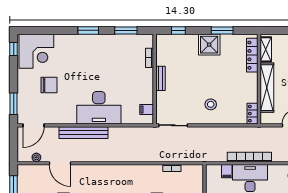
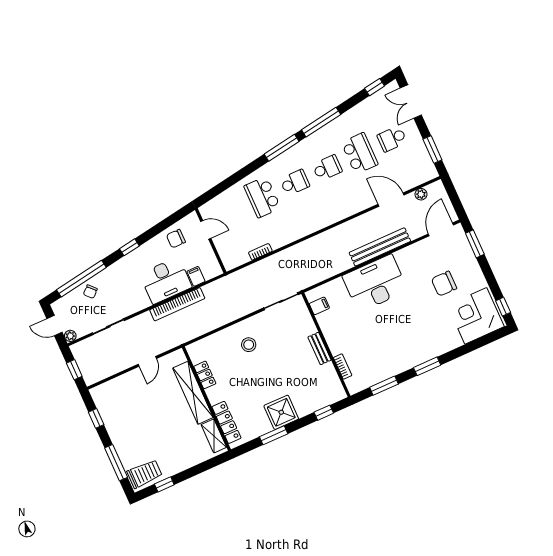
locker: (252, 114) -> (205, 375), moved

